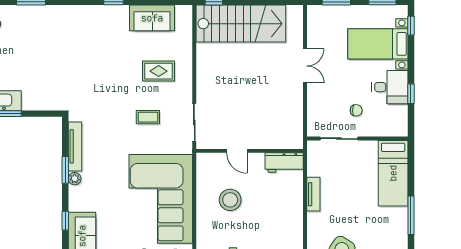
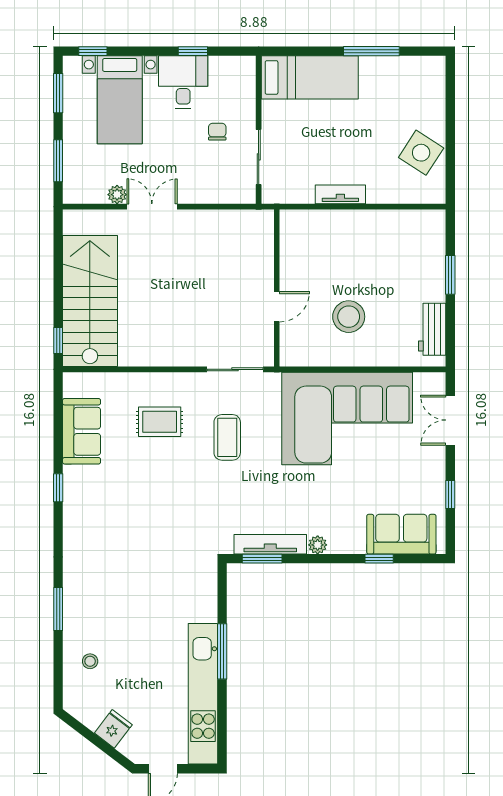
plant: (313, 42) -> (117, 195), added
rug: (159, 71) -> (160, 422), turned 90
coffee table: (148, 117) -> (227, 437), width x1.36, depth x1.30
workbench: (284, 163) -> (294, 237), removed
window: (65, 170) -> (262, 559), moved

